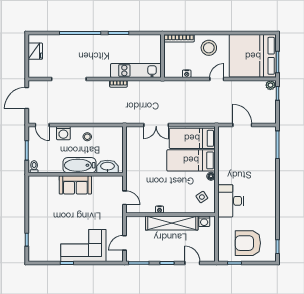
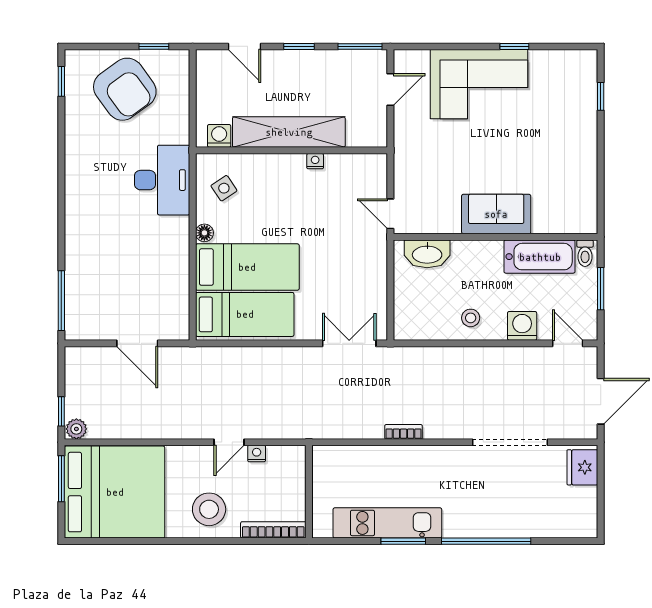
fridge: (35, 51) -> (582, 467), moved
kitchen unit: (136, 70) -> (387, 523), moved, turned 180
door: (217, 79) -> (229, 442), moved
double door: (156, 125) -> (349, 343), moved
bathtub: (80, 165) -> (540, 257), moved
door: (125, 198) -> (390, 214), moved
armchair: (248, 243) -> (125, 89), turned 54

